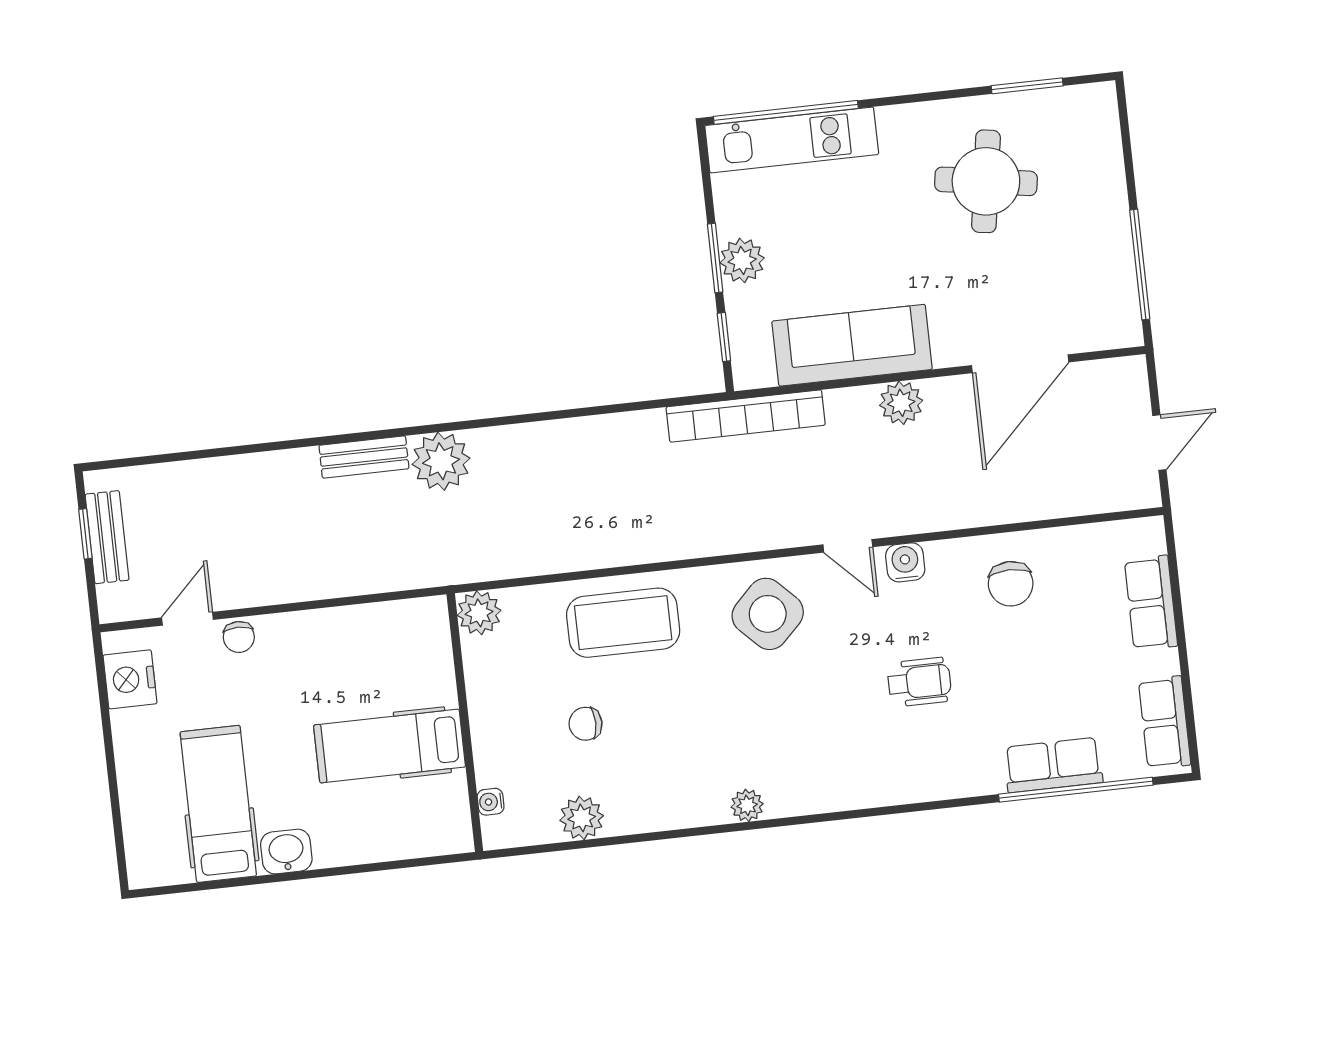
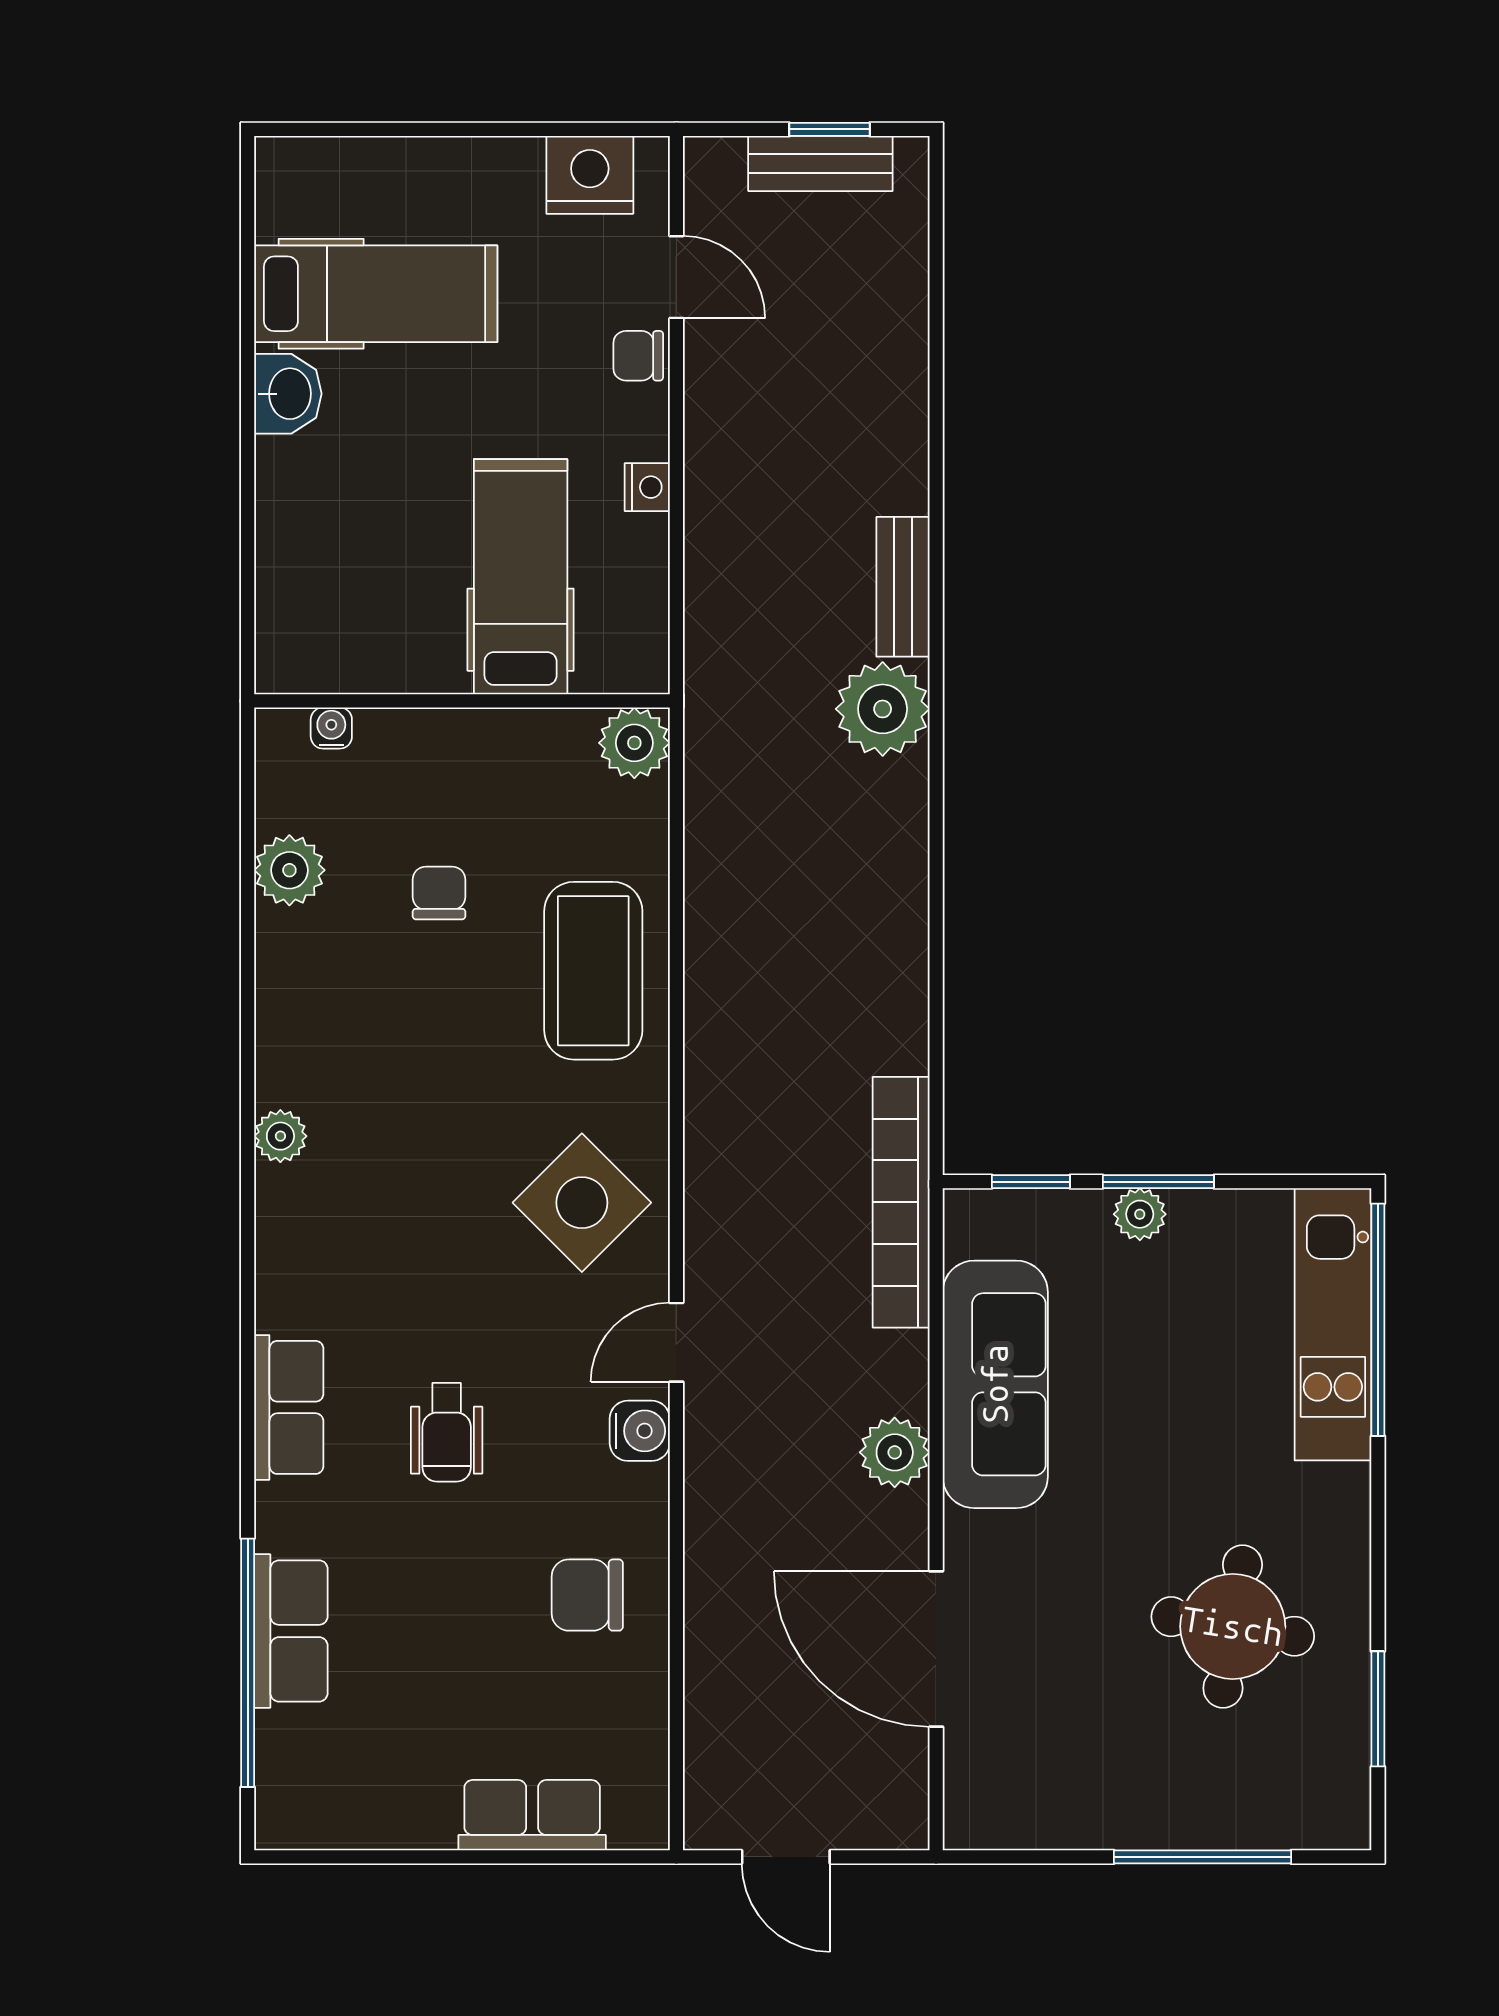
plant: (742, 260) -> (1140, 1214), width x0.73, depth x0.73
window: (1140, 265) -> (1203, 1857), moved
nightstand: (320, 622) -> (647, 487), added
row of seats: (1165, 723) -> (289, 1407), moved, turned 90
hospital bed: (390, 746) -> (521, 577), moved

